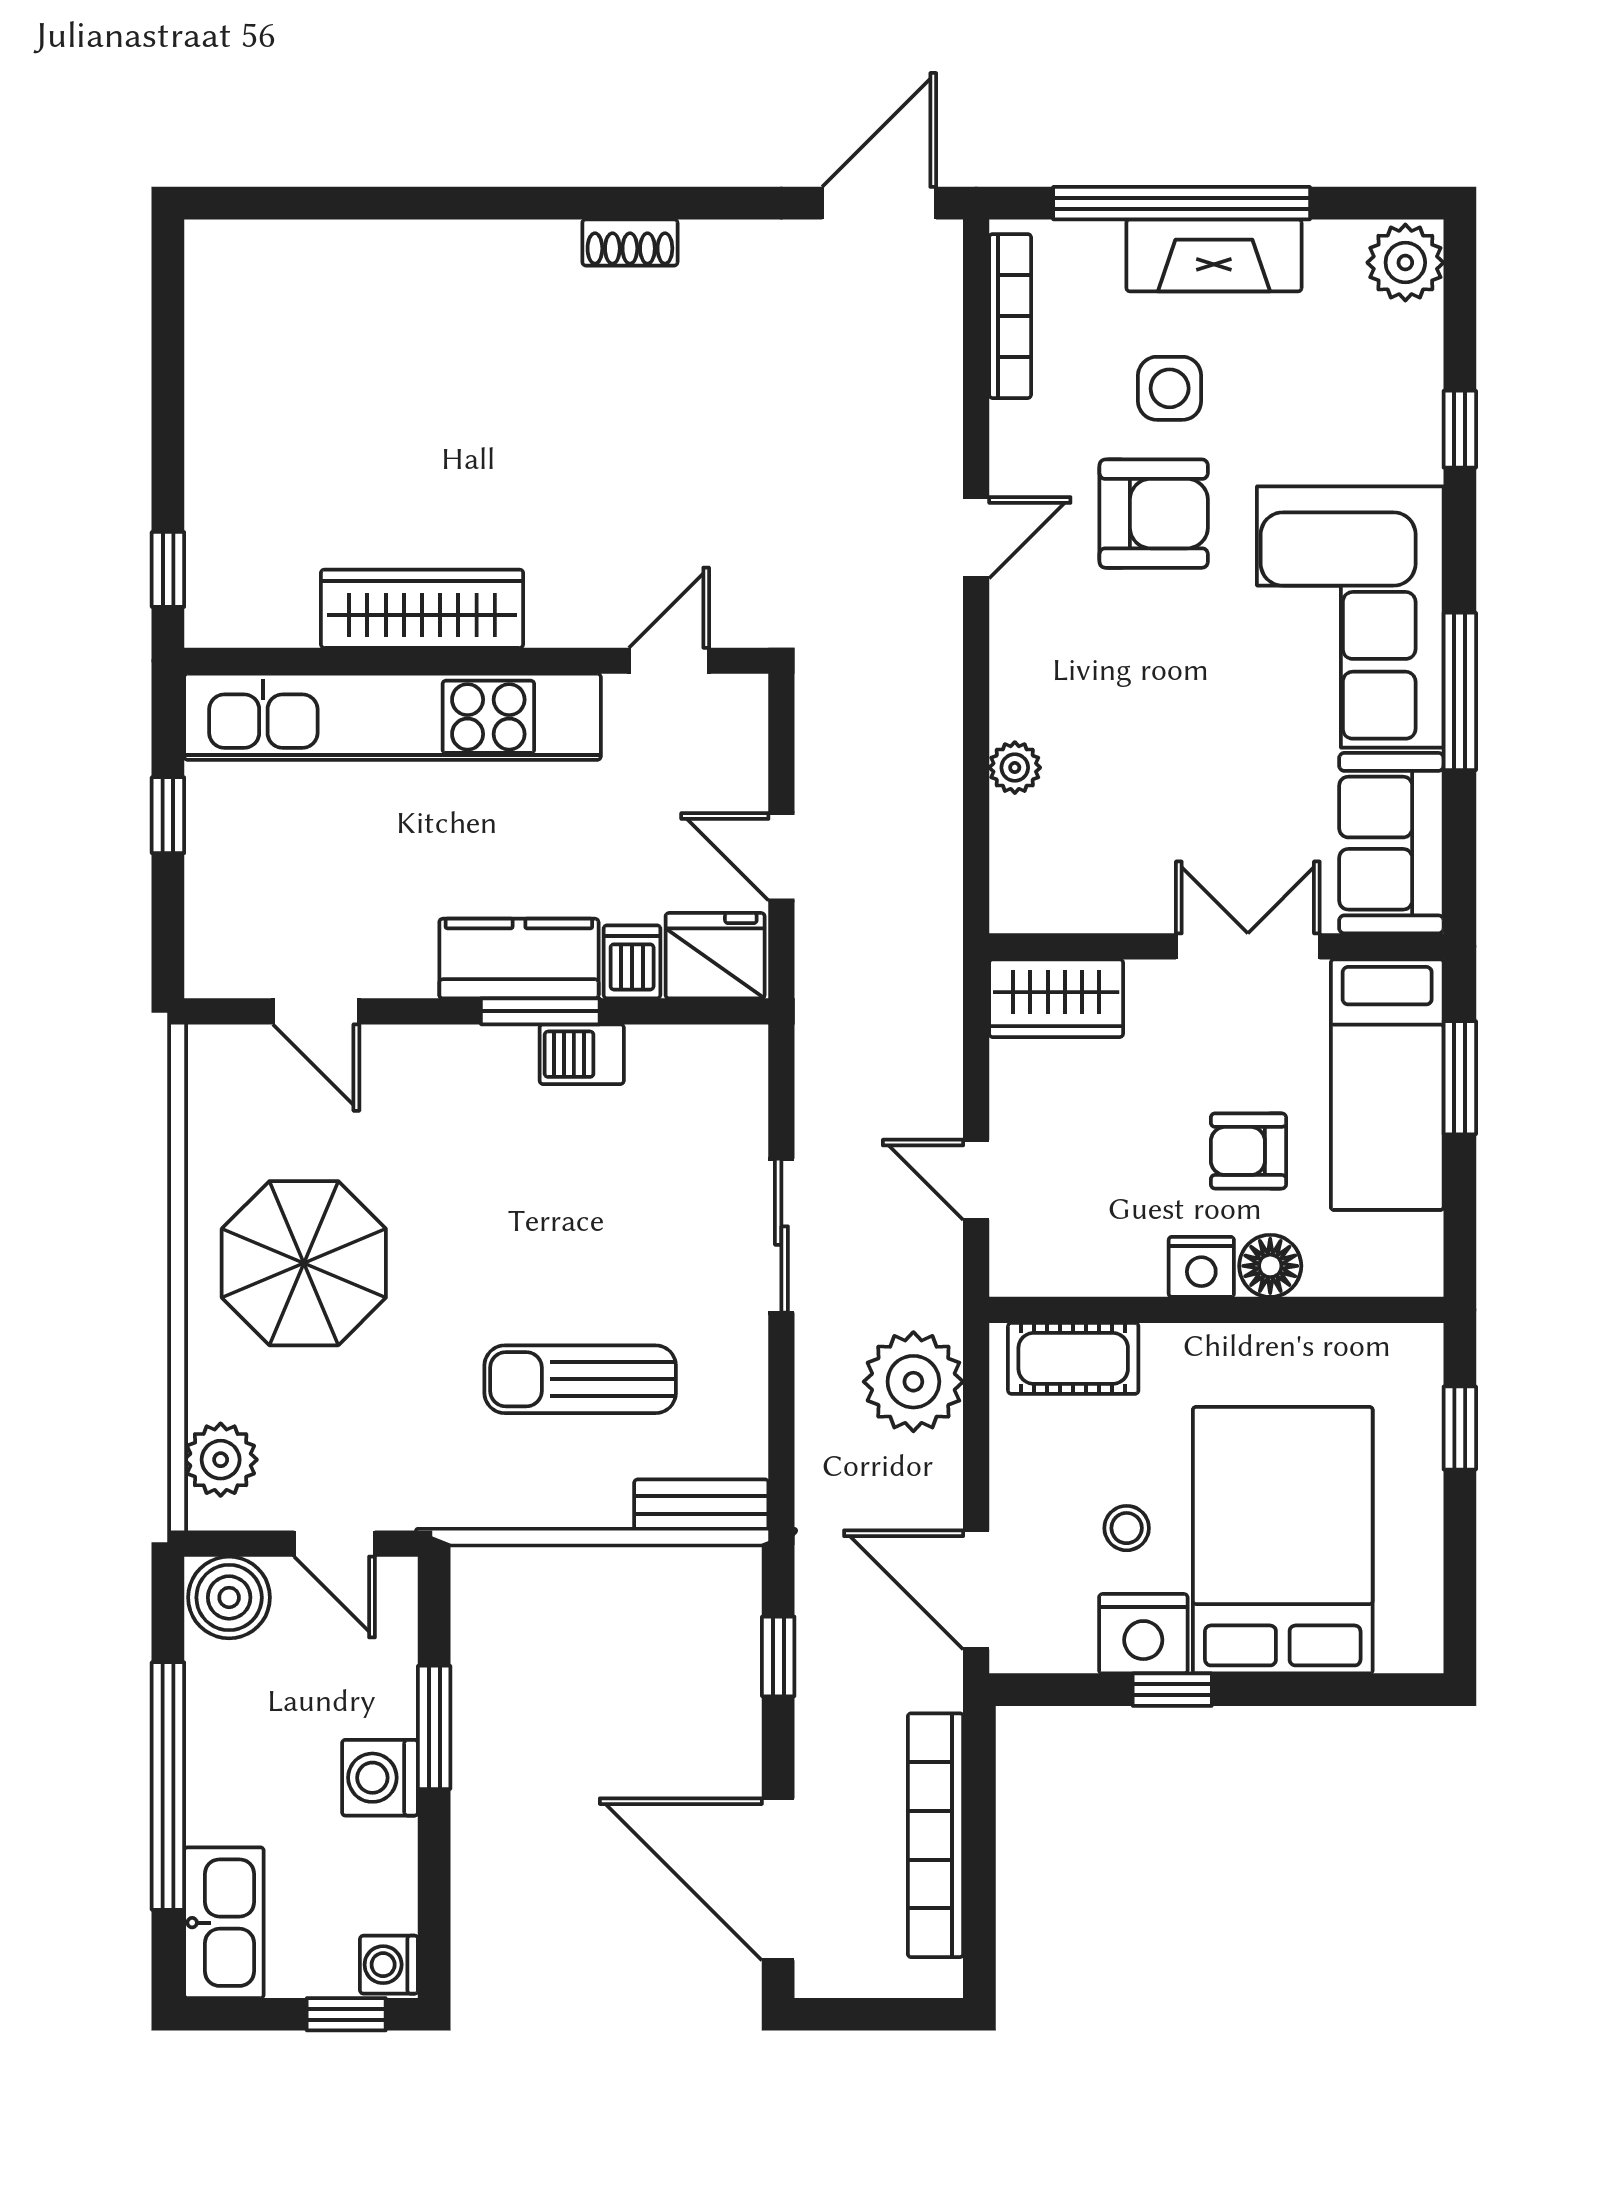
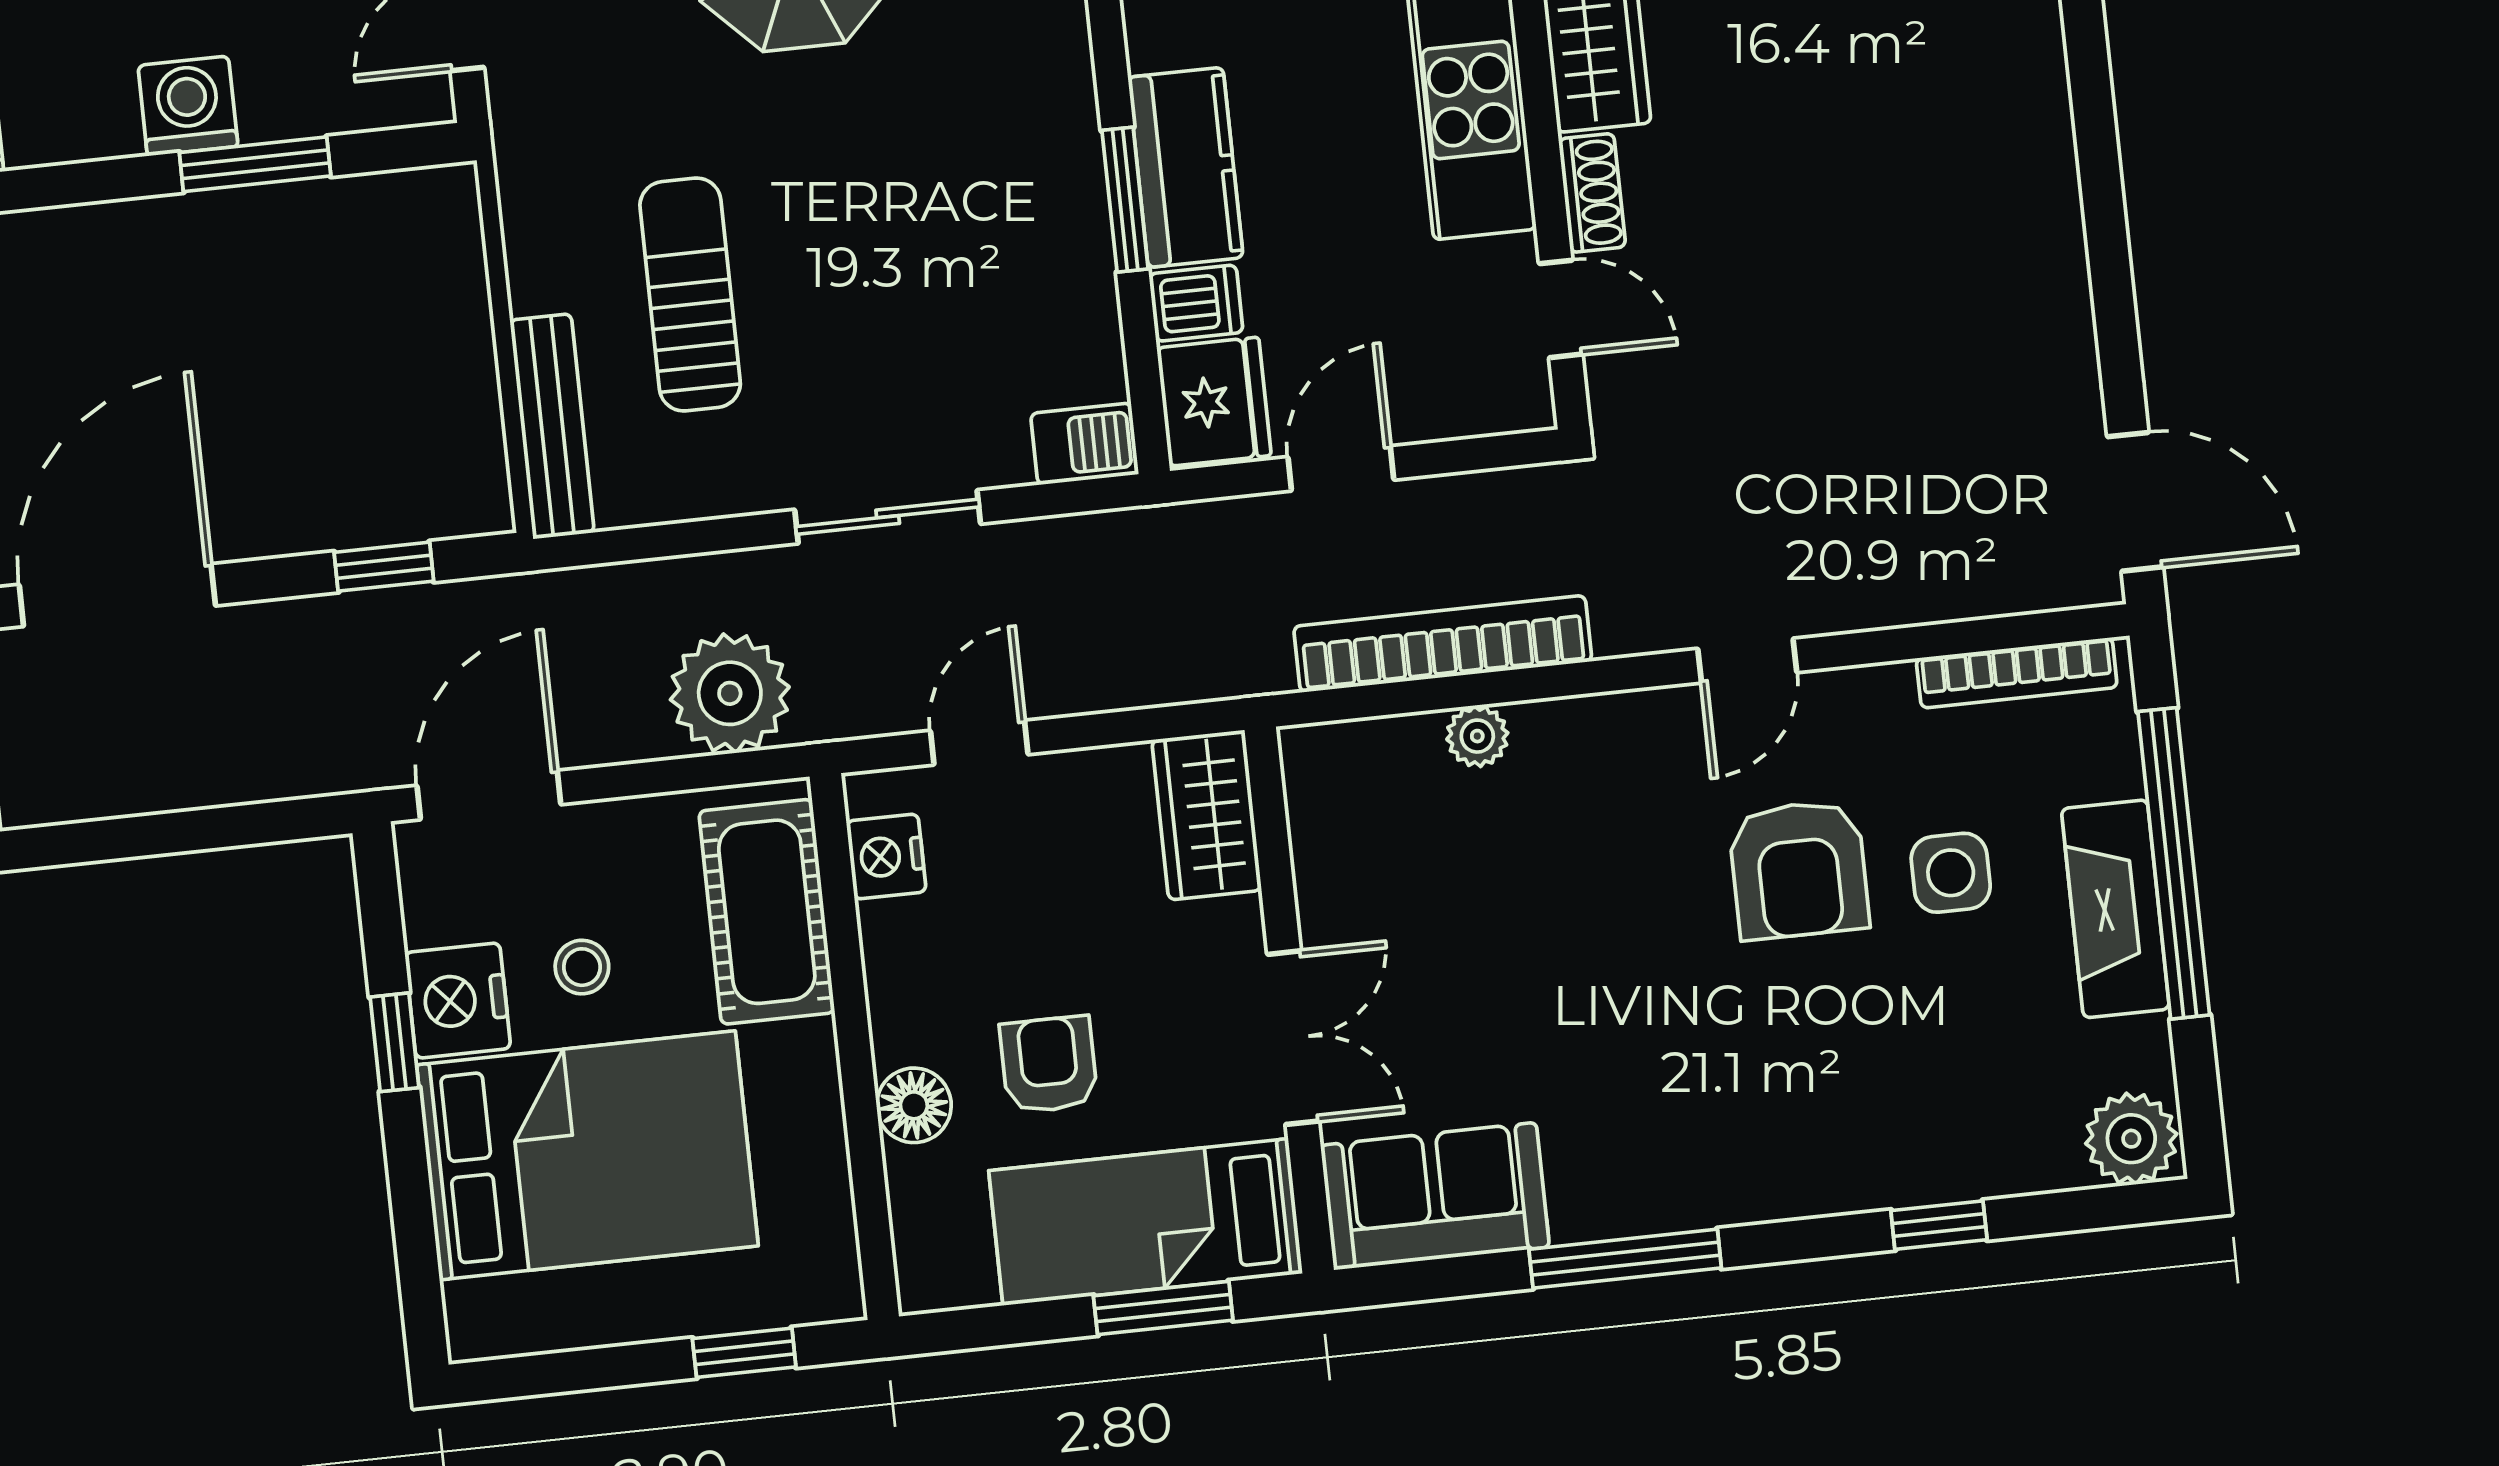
shoe rack: (630, 242) -> (1592, 193), moved, turned 180
door: (976, 538) -> (1747, 661), hinge flipped
corner sofa: (1350, 617) -> (1700, 1118), removed
barbecue: (582, 1054) -> (1085, 444), moved, turned 90
nightstand: (1201, 1267) -> (886, 857), moved
cot: (1073, 1358) -> (767, 912), width x1.37, depth x1.34
bench: (701, 1505) -> (552, 426), width x1.36
bookcase: (935, 1835) -> (1443, 644), moved

